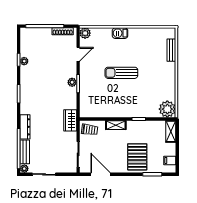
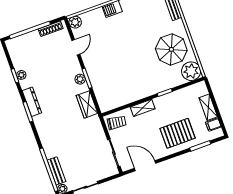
sun lounger: (121, 73) -> (129, 50), removed
parasol: (157, 85) -> (171, 49), added
wardrobe: (70, 120) -> (87, 104), moved
dresser: (25, 127) -> (32, 102), moved
shelving: (171, 131) -> (208, 107), moved
pallet: (137, 157) -> (178, 133), turned 90

